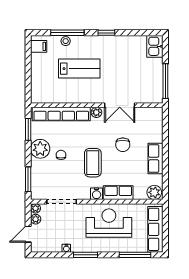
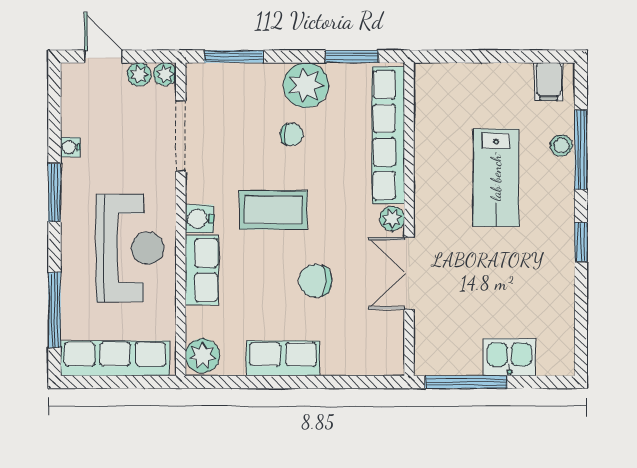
kitchen sink: (155, 46) -> (509, 357), moved

